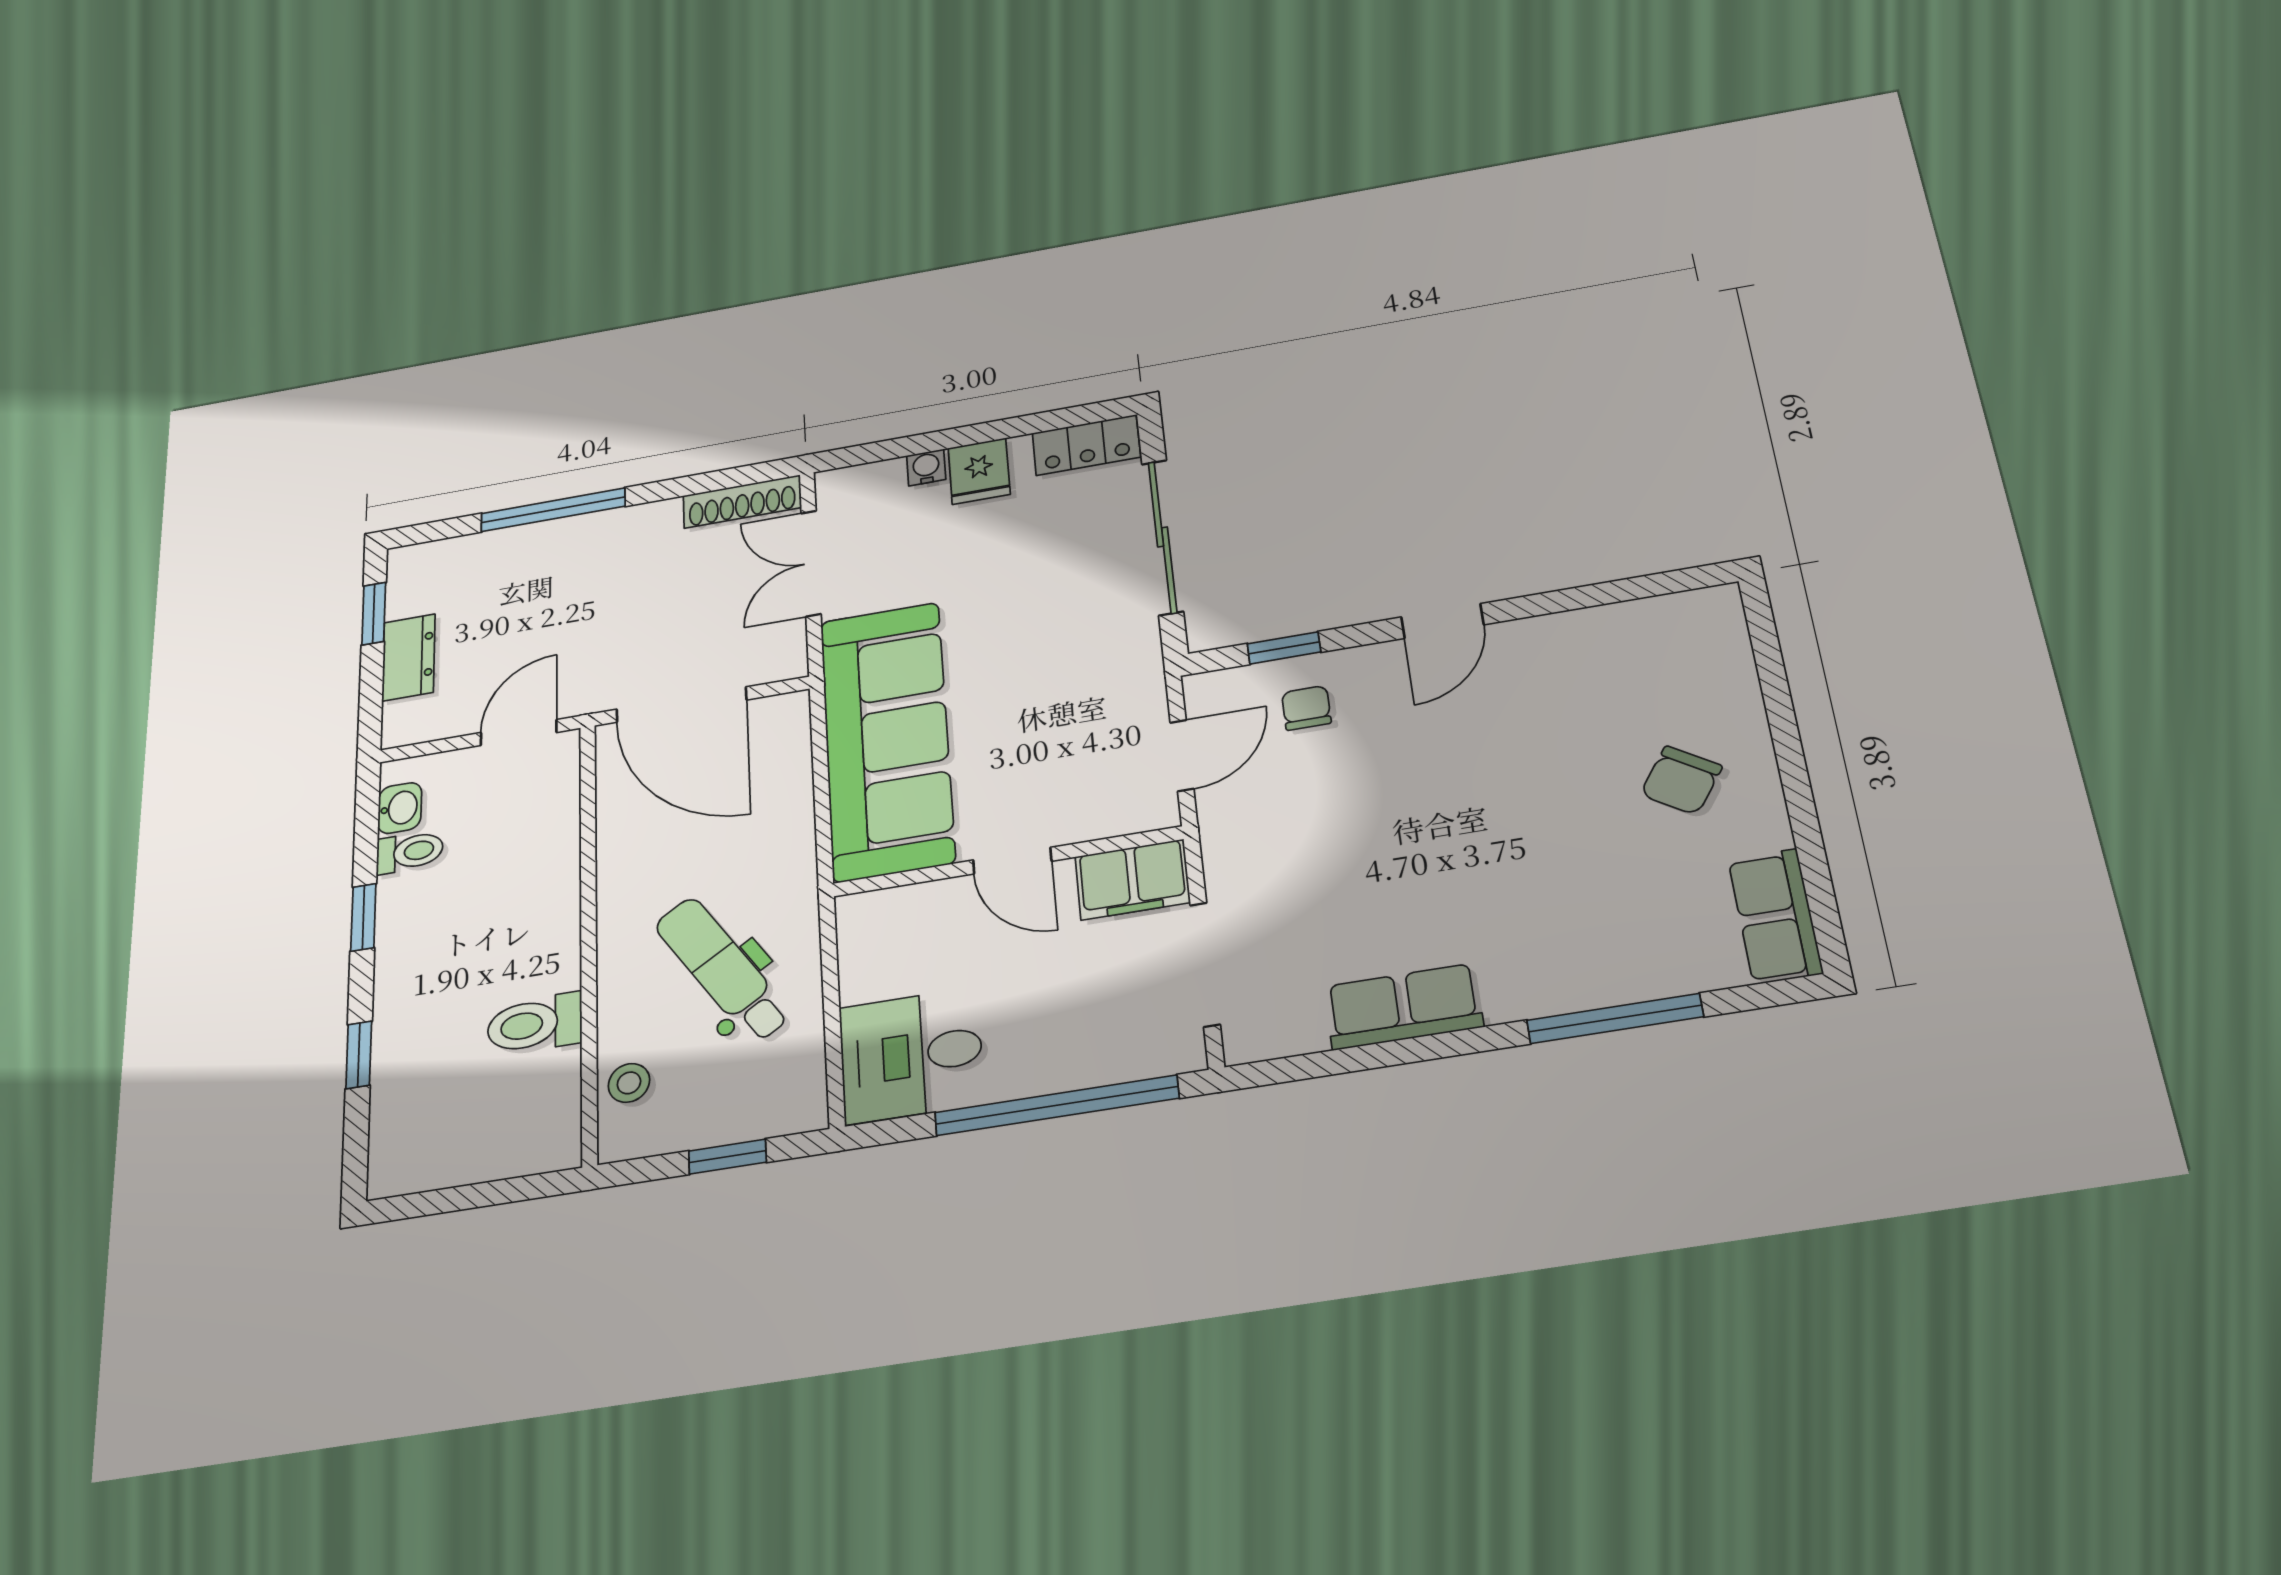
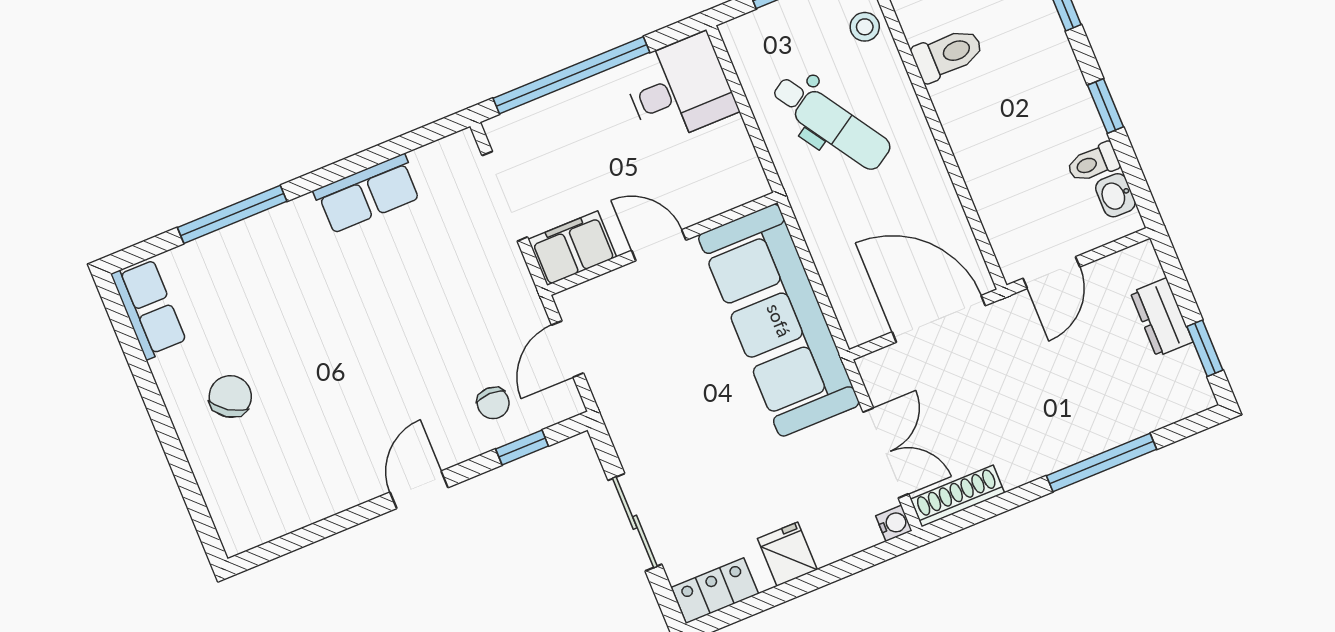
water cooler: (926, 467) -> (894, 523), moved, turned -90
sliding door: (1163, 537) -> (635, 522), width x0.73

